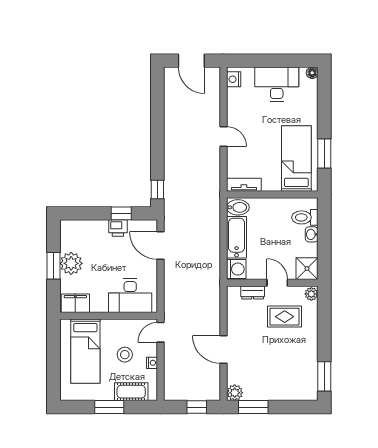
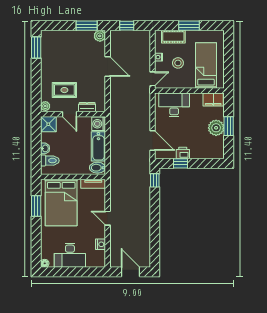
nightstand: (234, 79) -> (101, 244), moved
bed: (296, 158) -> (61, 202), width x1.50

